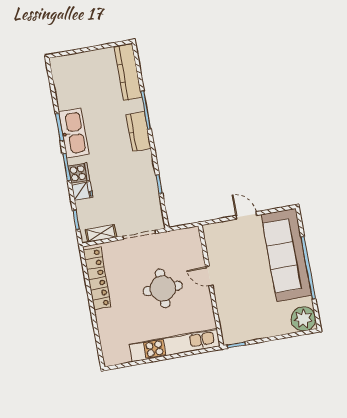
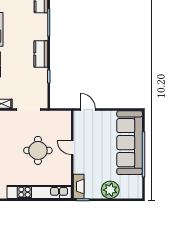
kitchen counter: (139, 132) -> (41, 54), moved
door: (246, 215) -> (88, 110), moved
plant: (303, 319) -> (110, 190), moved
fireplace: (227, 328) -> (79, 186), added

